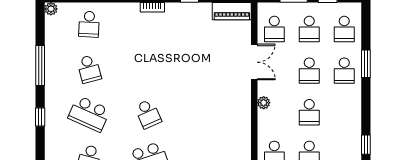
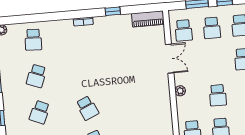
school desk: (89, 69) -> (36, 76), turned 36
school desk: (309, 71) -> (215, 62), removed
school desk: (89, 114) -> (40, 112), width x0.54

